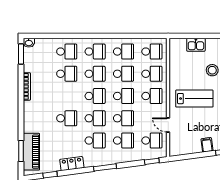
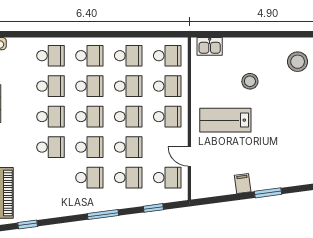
kitchen sink: (196, 45) -> (210, 46), moved
school desk: (67, 96) -> (50, 117), added
lab bench: (194, 99) -> (225, 120), turned 180
window: (152, 161) -> (153, 208), moved
locker: (72, 164) -> (57, 209), removed

